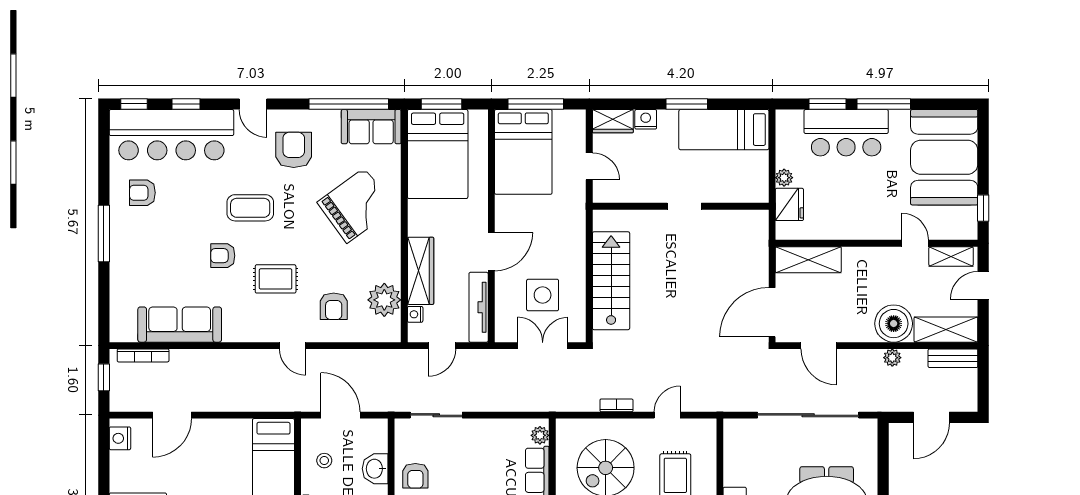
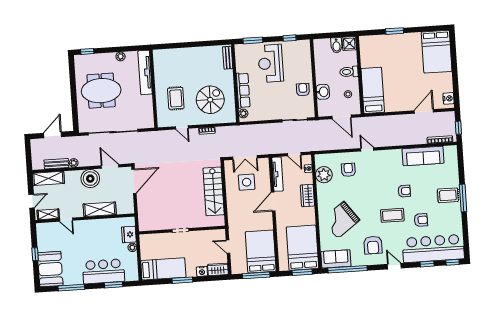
window: (884, 104) -> (71, 288), moved
booth: (944, 157) -> (50, 269), width x0.73, depth x0.70
armchair: (142, 193) -> (421, 220), moved
window: (983, 208) -> (35, 254), moved
shelving: (808, 260) -> (100, 209), moved
wardrobe: (421, 271) -> (307, 196), width x0.67
rug: (276, 279) -> (448, 195), moved
boiler: (894, 324) -> (90, 179), moved
door: (442, 346) -> (294, 154), swing flipped
bench: (953, 358) -> (56, 164), moved
door: (667, 415) -> (182, 127), hinge flipped

